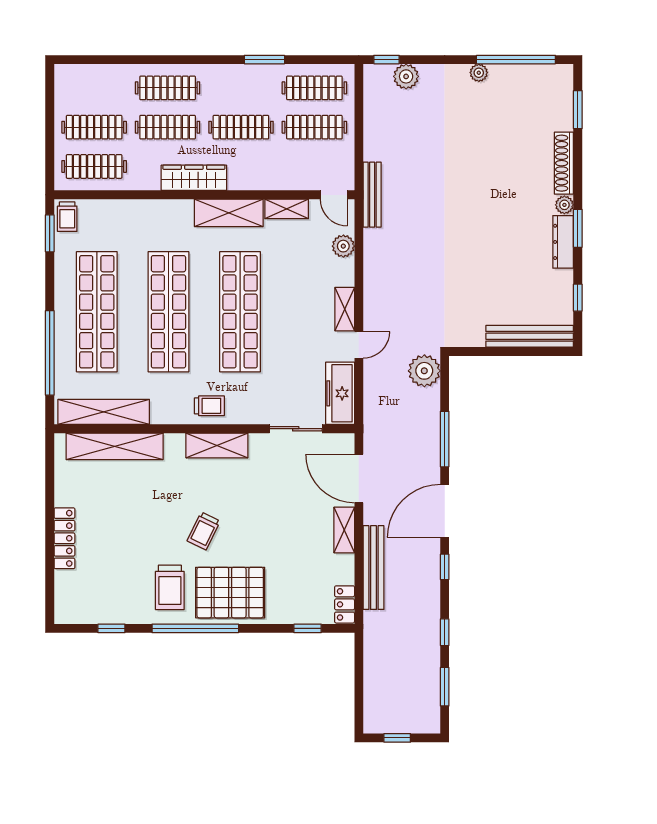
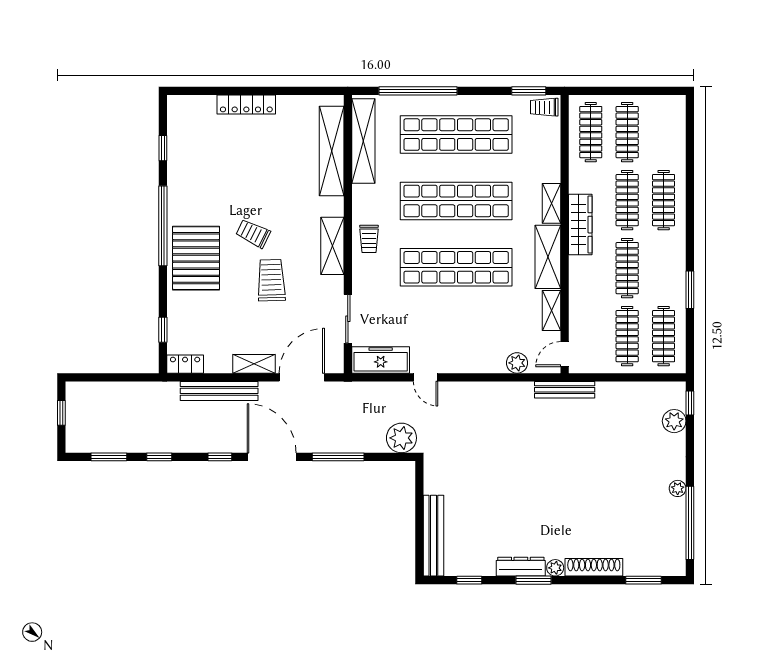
shelving: (345, 309) -> (551, 203), moved, turned 90
trolley: (170, 587) -> (271, 280), moved, turned 88

